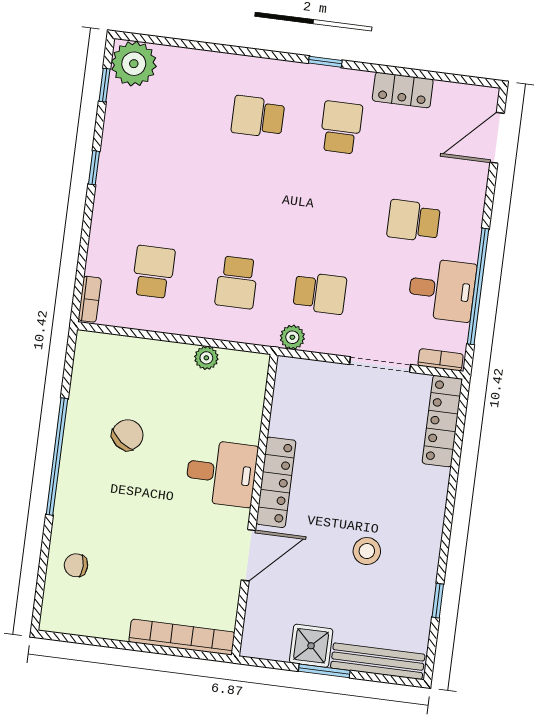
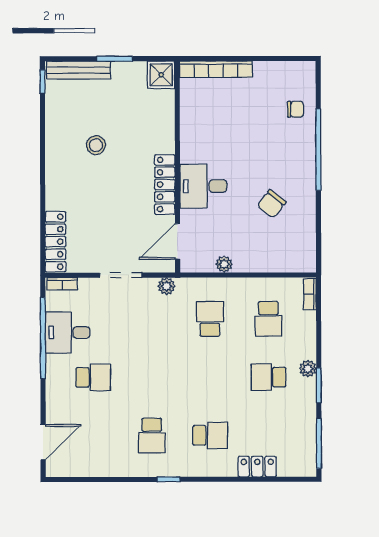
plant: (134, 64) -> (308, 369), moved, width x0.53, depth x0.53
window: (105, 85) -> (319, 443), width x2.17
locker: (403, 90) -> (257, 467), moved
window: (94, 168) -> (319, 385), width x1.50
school desk: (320, 293) -> (268, 377), moved
doorway: (380, 364) -> (121, 275), moved
window: (57, 457) -> (318, 150), moved
door: (248, 555) -> (178, 241), moved
window: (438, 601) -> (42, 82), moved
shower: (311, 646) -> (161, 75), moved

